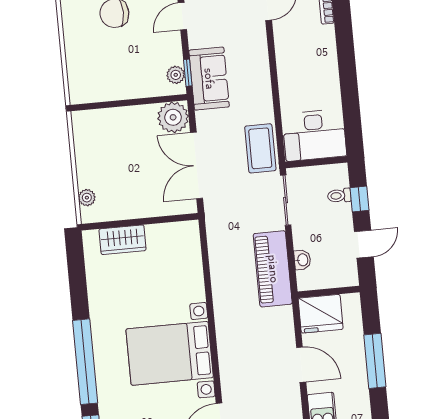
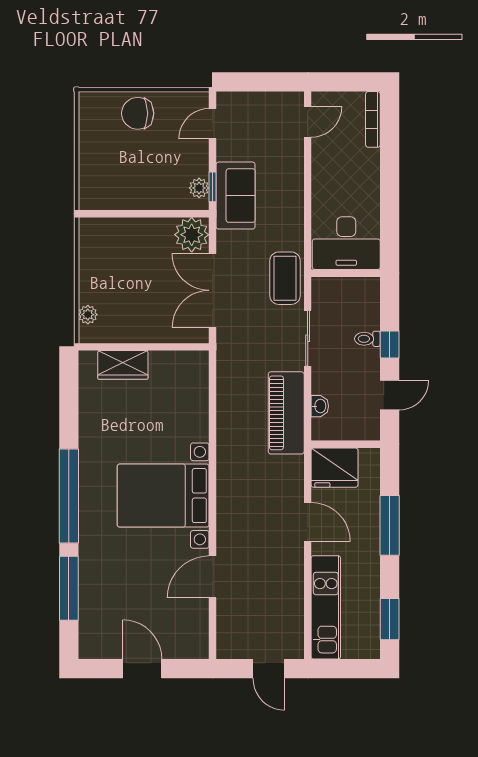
desk: (314, 135) -> (346, 243), moved
wall: (316, 162) -> (346, 273), moved

